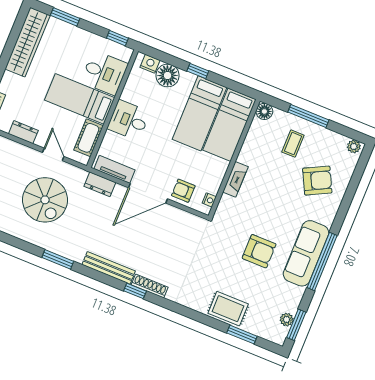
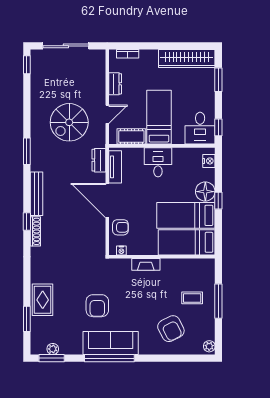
desk: (104, 73) -> (200, 128), moved
floor lamp: (168, 75) -> (205, 192), moved
floor lamp: (264, 111) -> (208, 265), removed
armchair: (183, 191) -> (120, 227), turned 90

